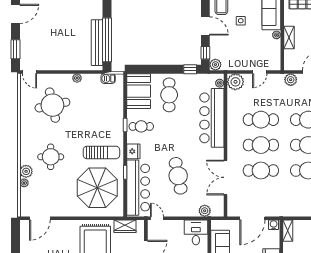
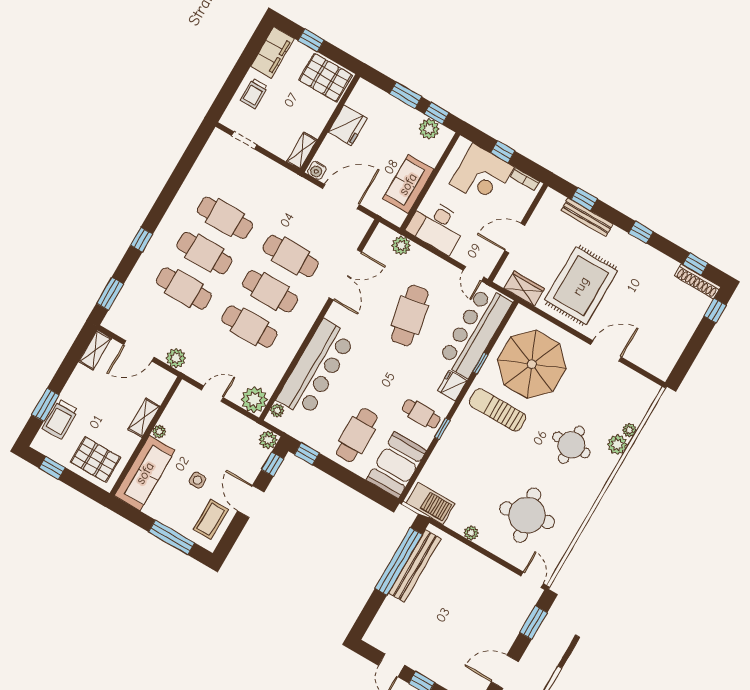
barbecue: (108, 79) -> (431, 503), width x1.88, depth x1.53
door: (40, 218) -> (606, 351), moved
desk: (196, 232) -> (437, 226), width x1.37

